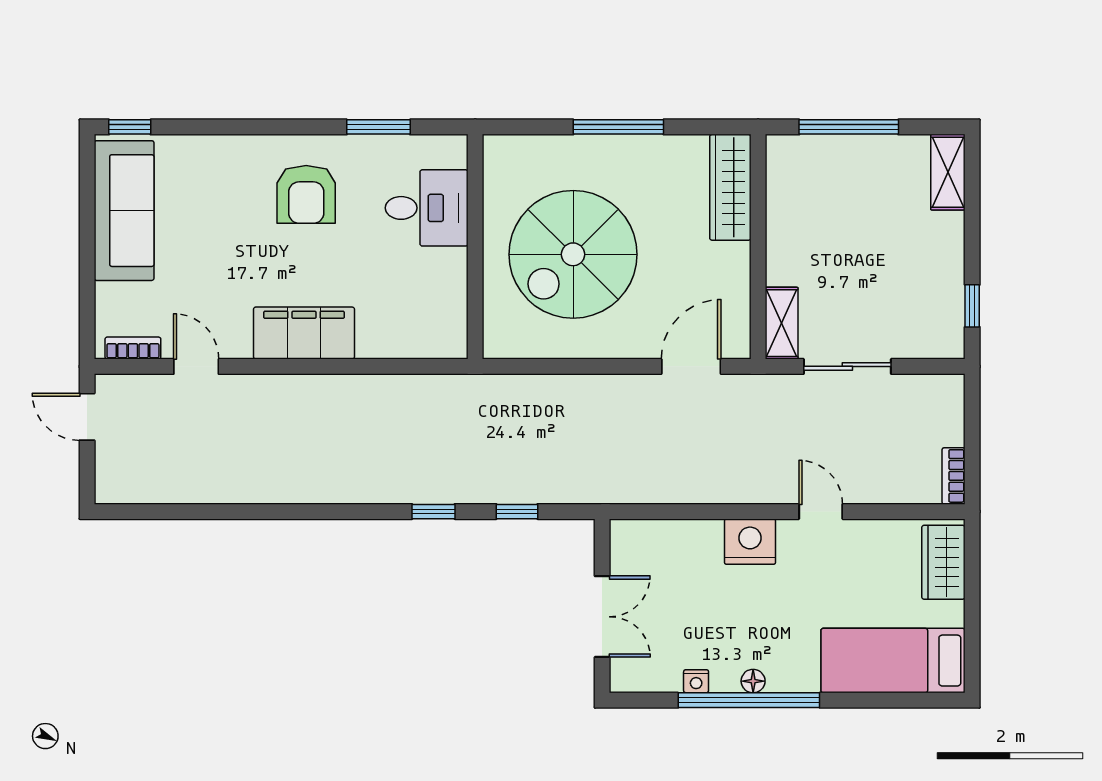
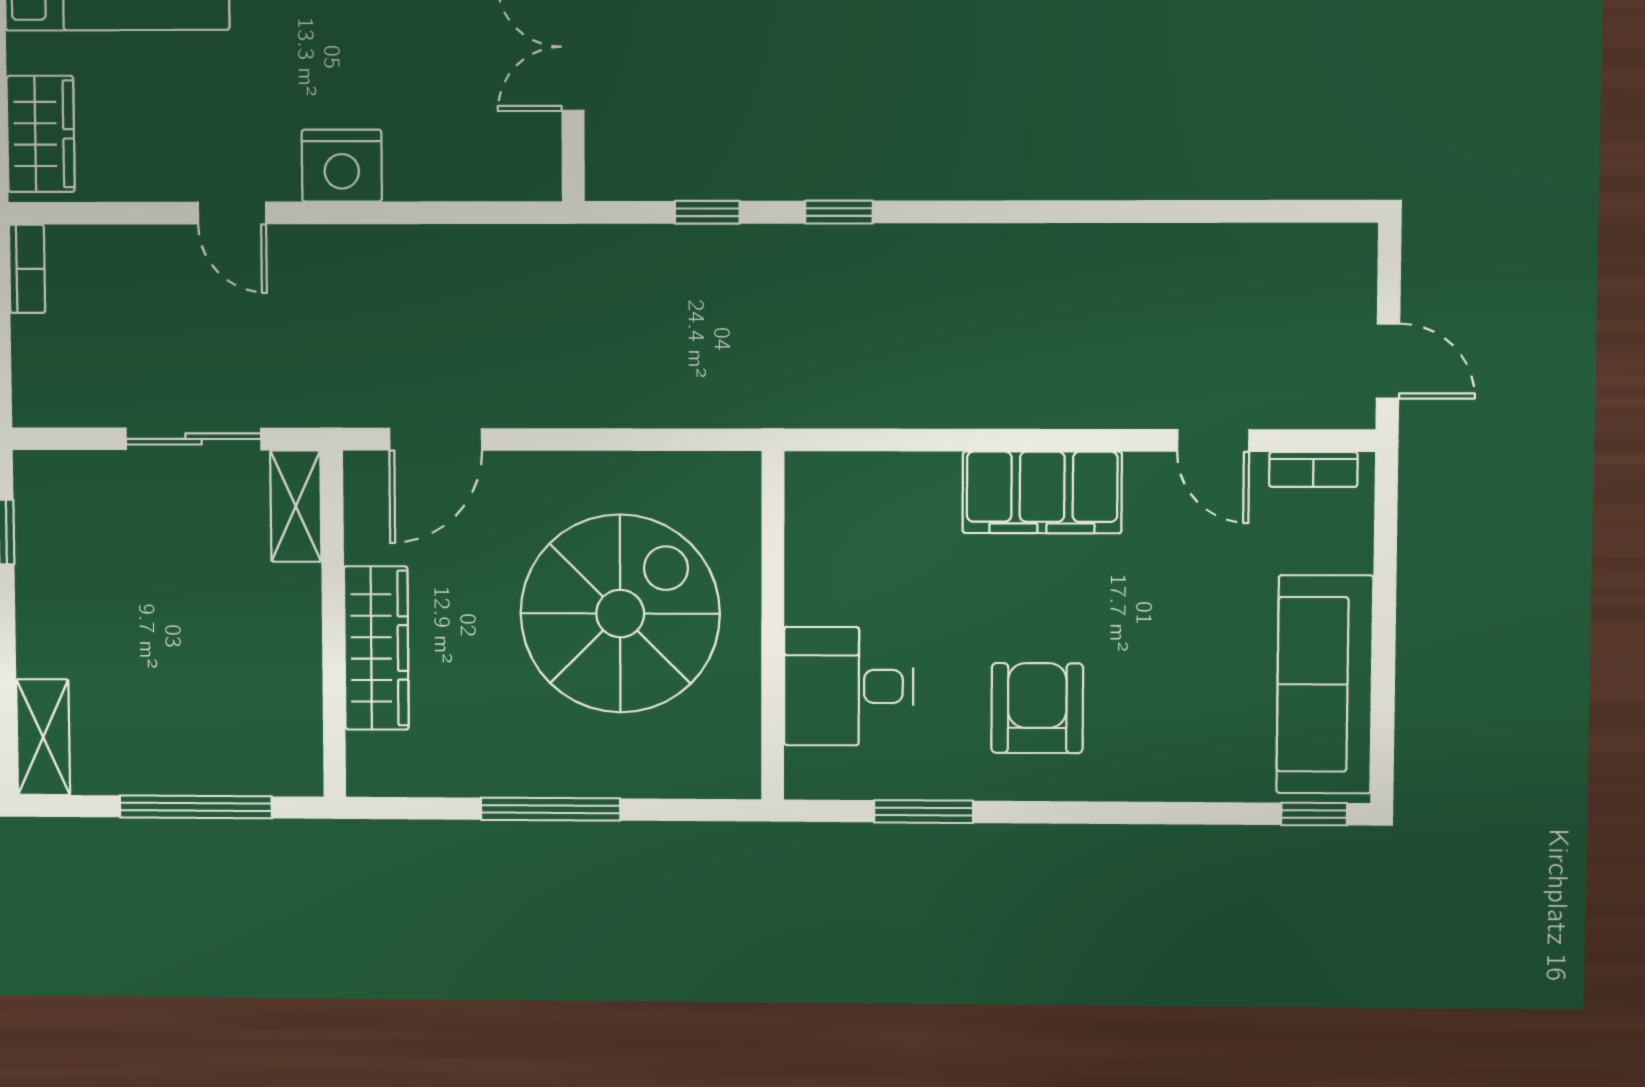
wardrobe: (730, 187) -> (376, 648), moved

